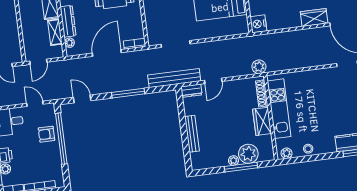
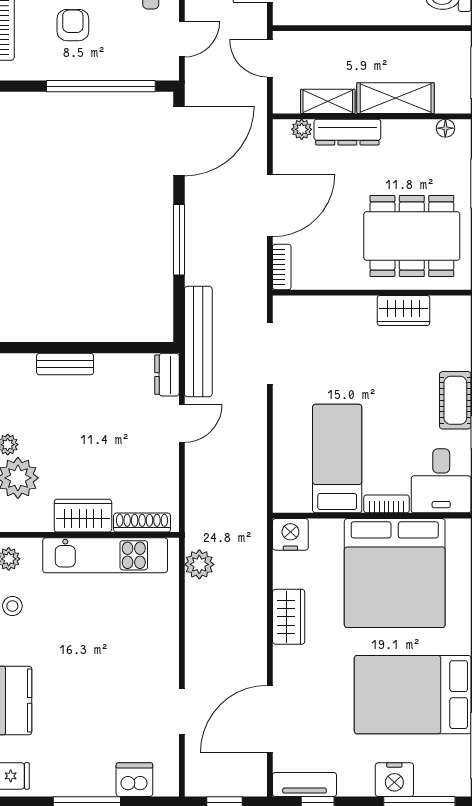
wardrobe: (314, 18) -> (289, 617), moved
door: (107, 53) -> (270, 206), hinge flipped
plant: (259, 67) -> (199, 564), moved
door: (213, 81) -> (182, 423), swing flipped
door: (82, 99) -> (179, 141), width x1.87
armchair: (46, 134) -> (73, 25), moved
bench: (192, 134) -> (65, 364), width x0.73

